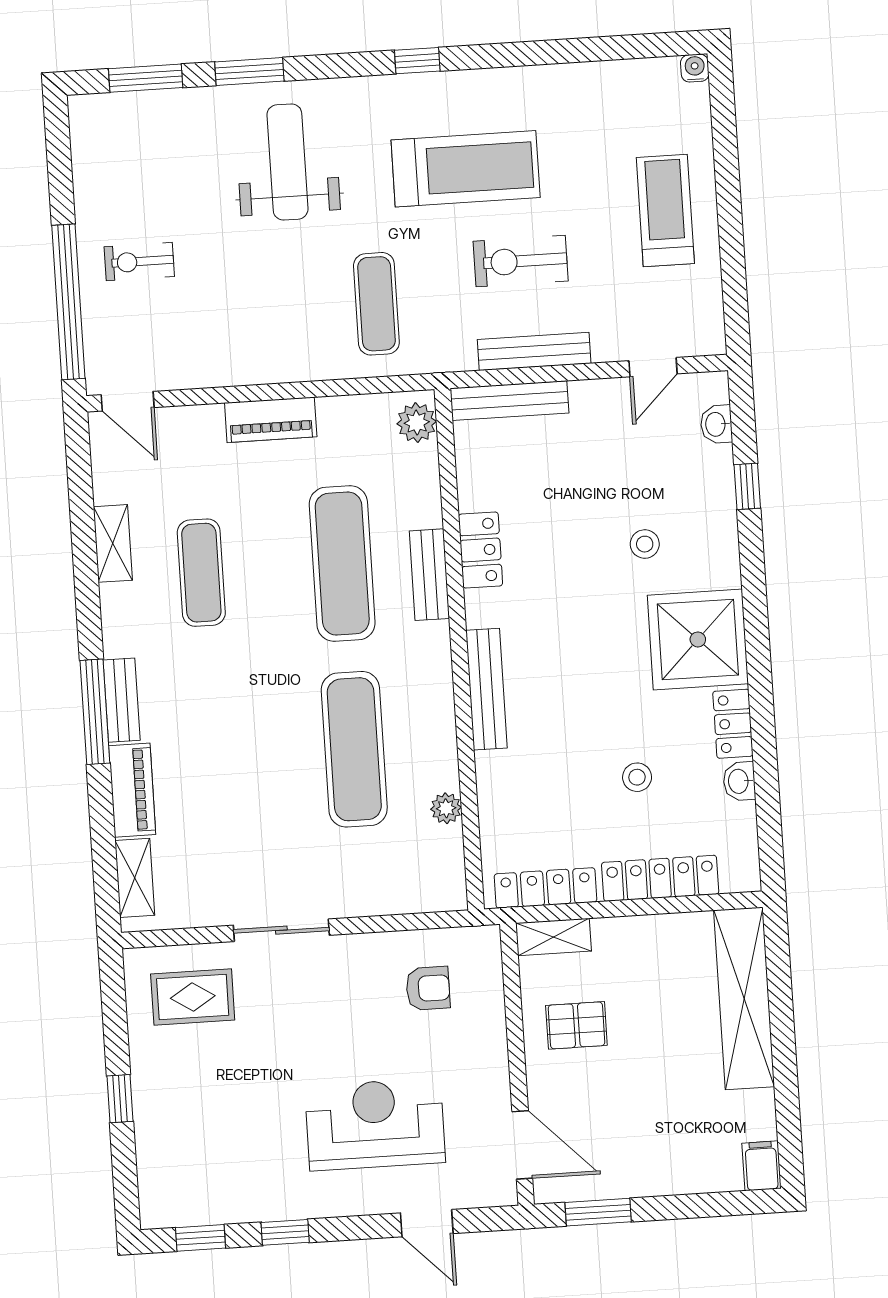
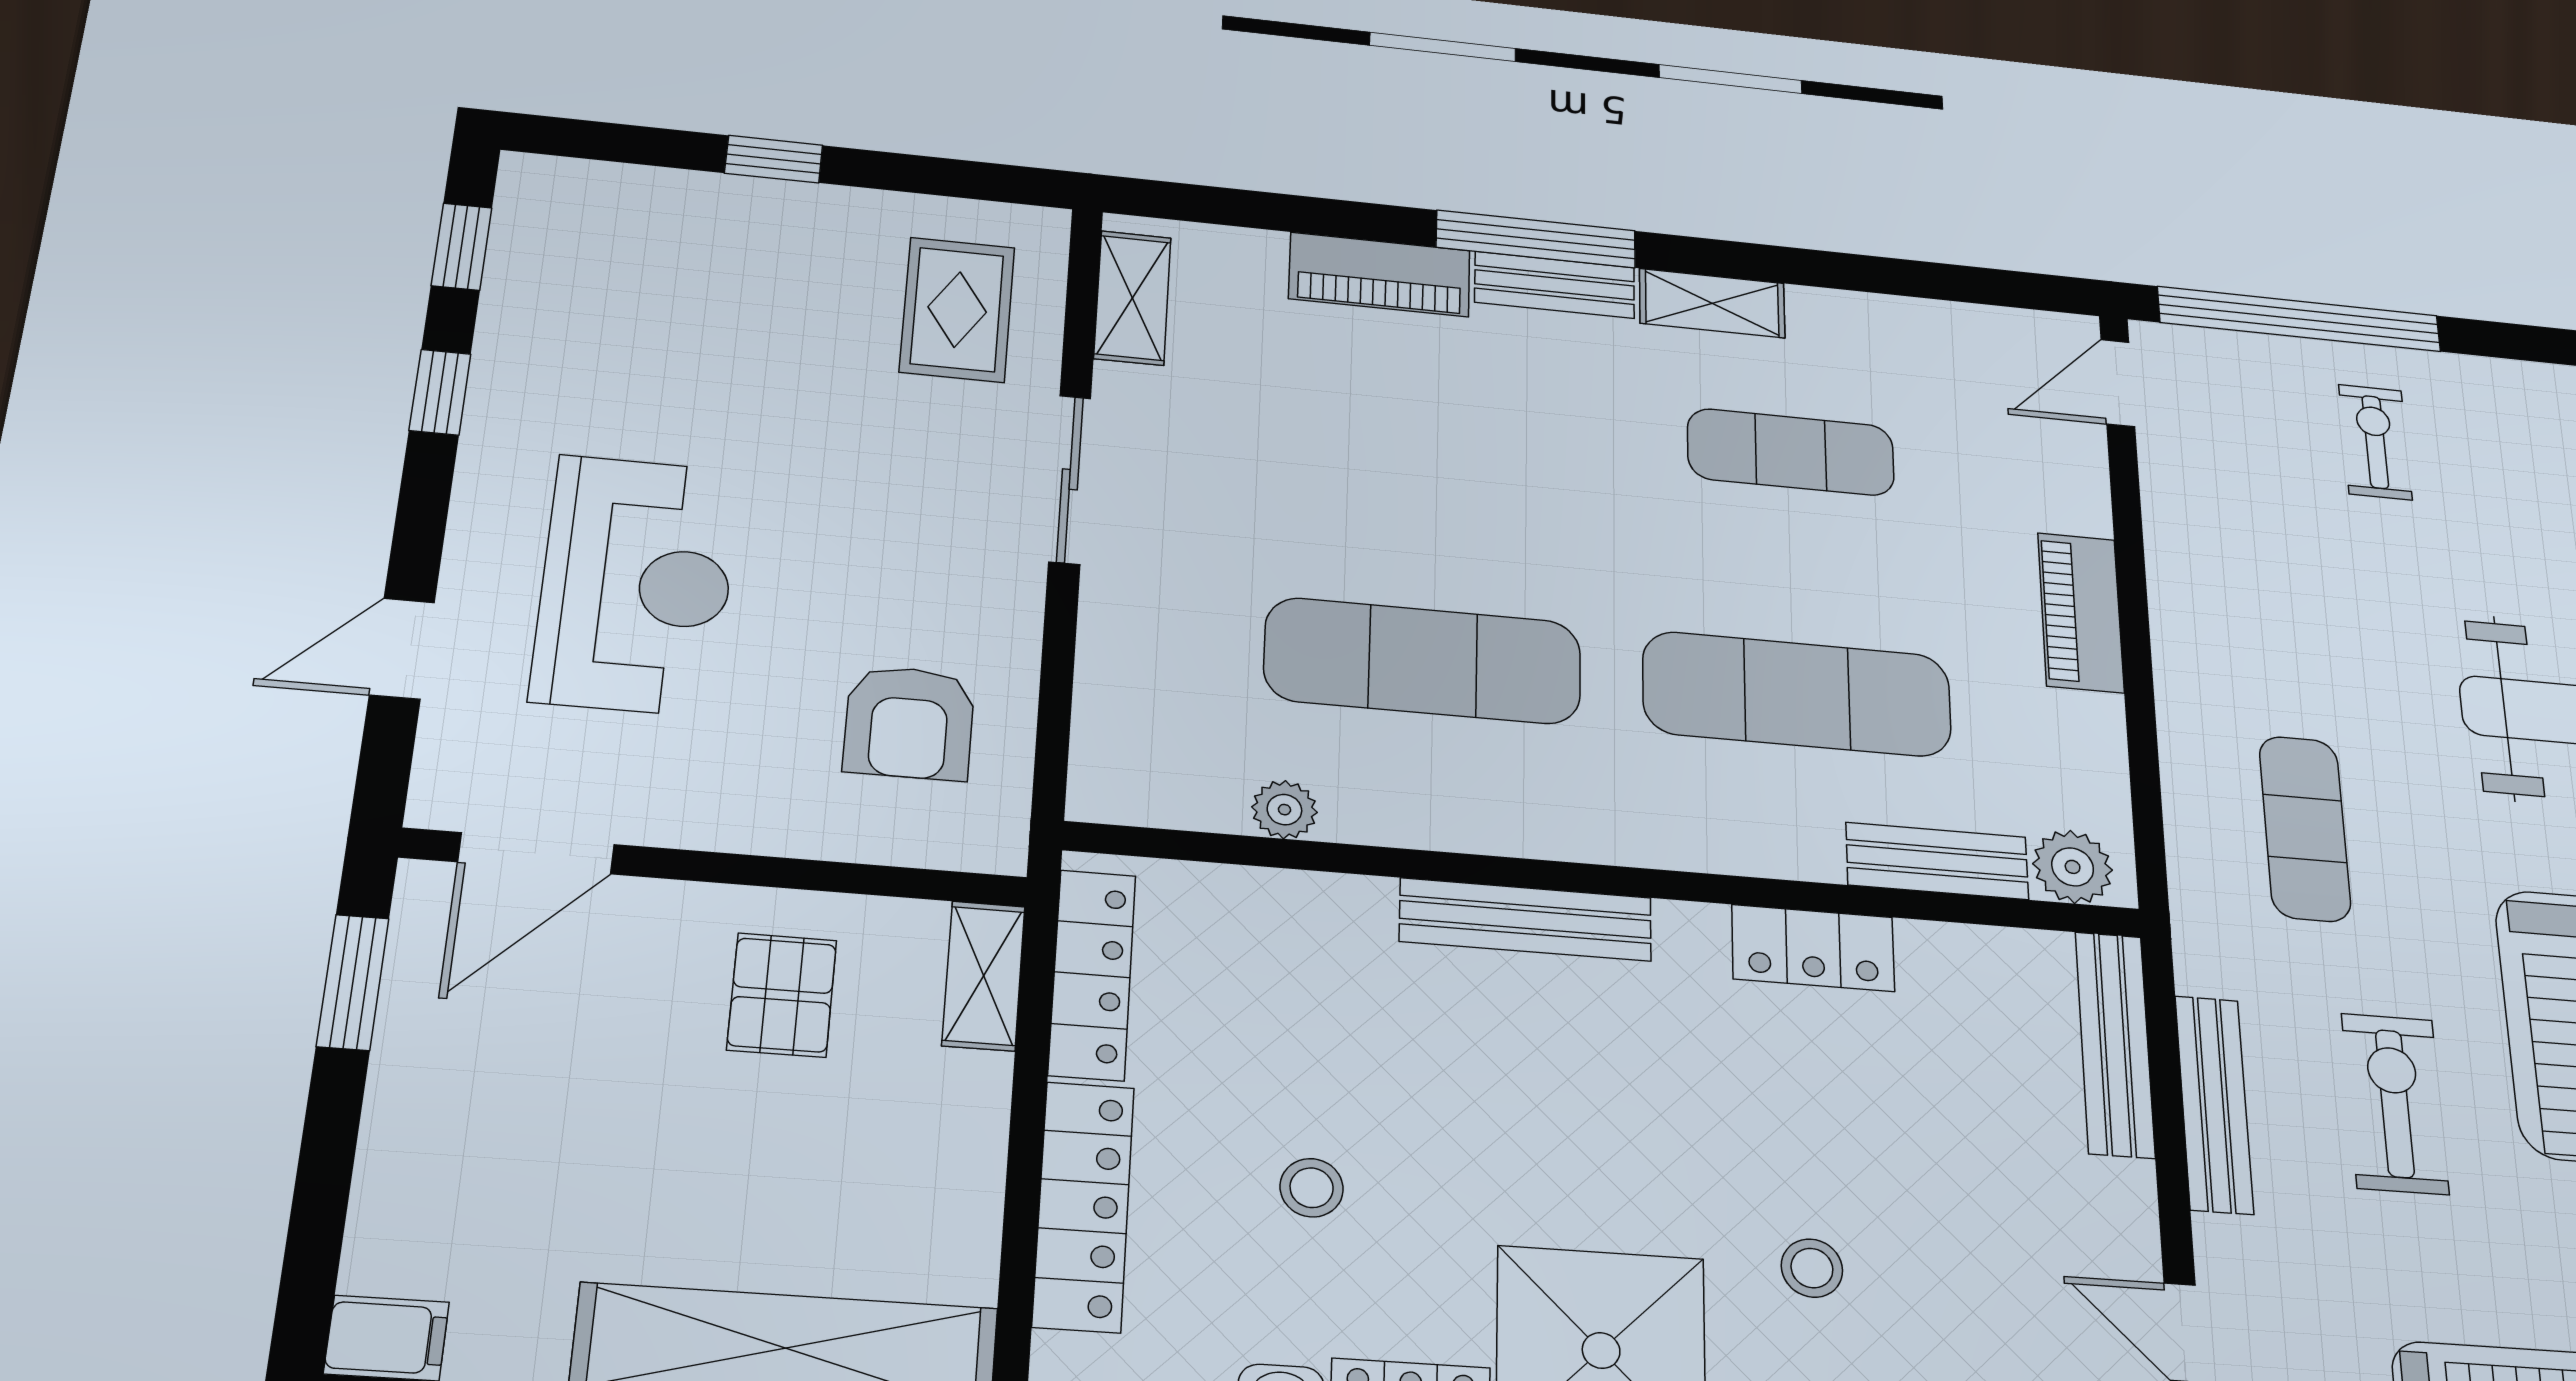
exercise mat: (376, 304) -> (2305, 828), turned 90
shelving: (113, 543) -> (1712, 303), moved
bench: (429, 575) -> (1937, 861), moved
shelving: (135, 878) -> (1132, 298), moved, turned 90
armchair: (428, 988) -> (909, 723), width x1.38, depth x1.38

